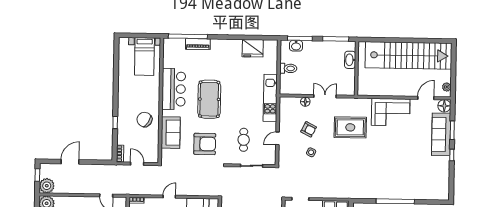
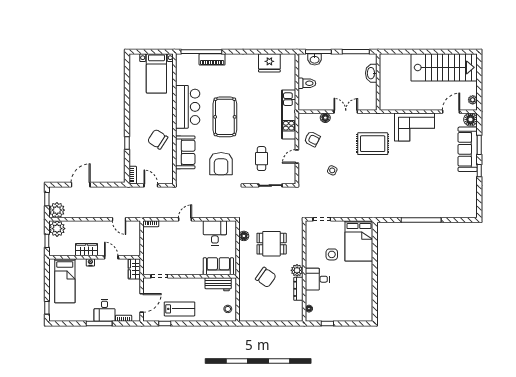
stairs: (408, 55) -> (444, 67), width x0.73
armchair: (309, 129) -> (312, 139), moved
armchair: (205, 144) -> (221, 164), turned 90

